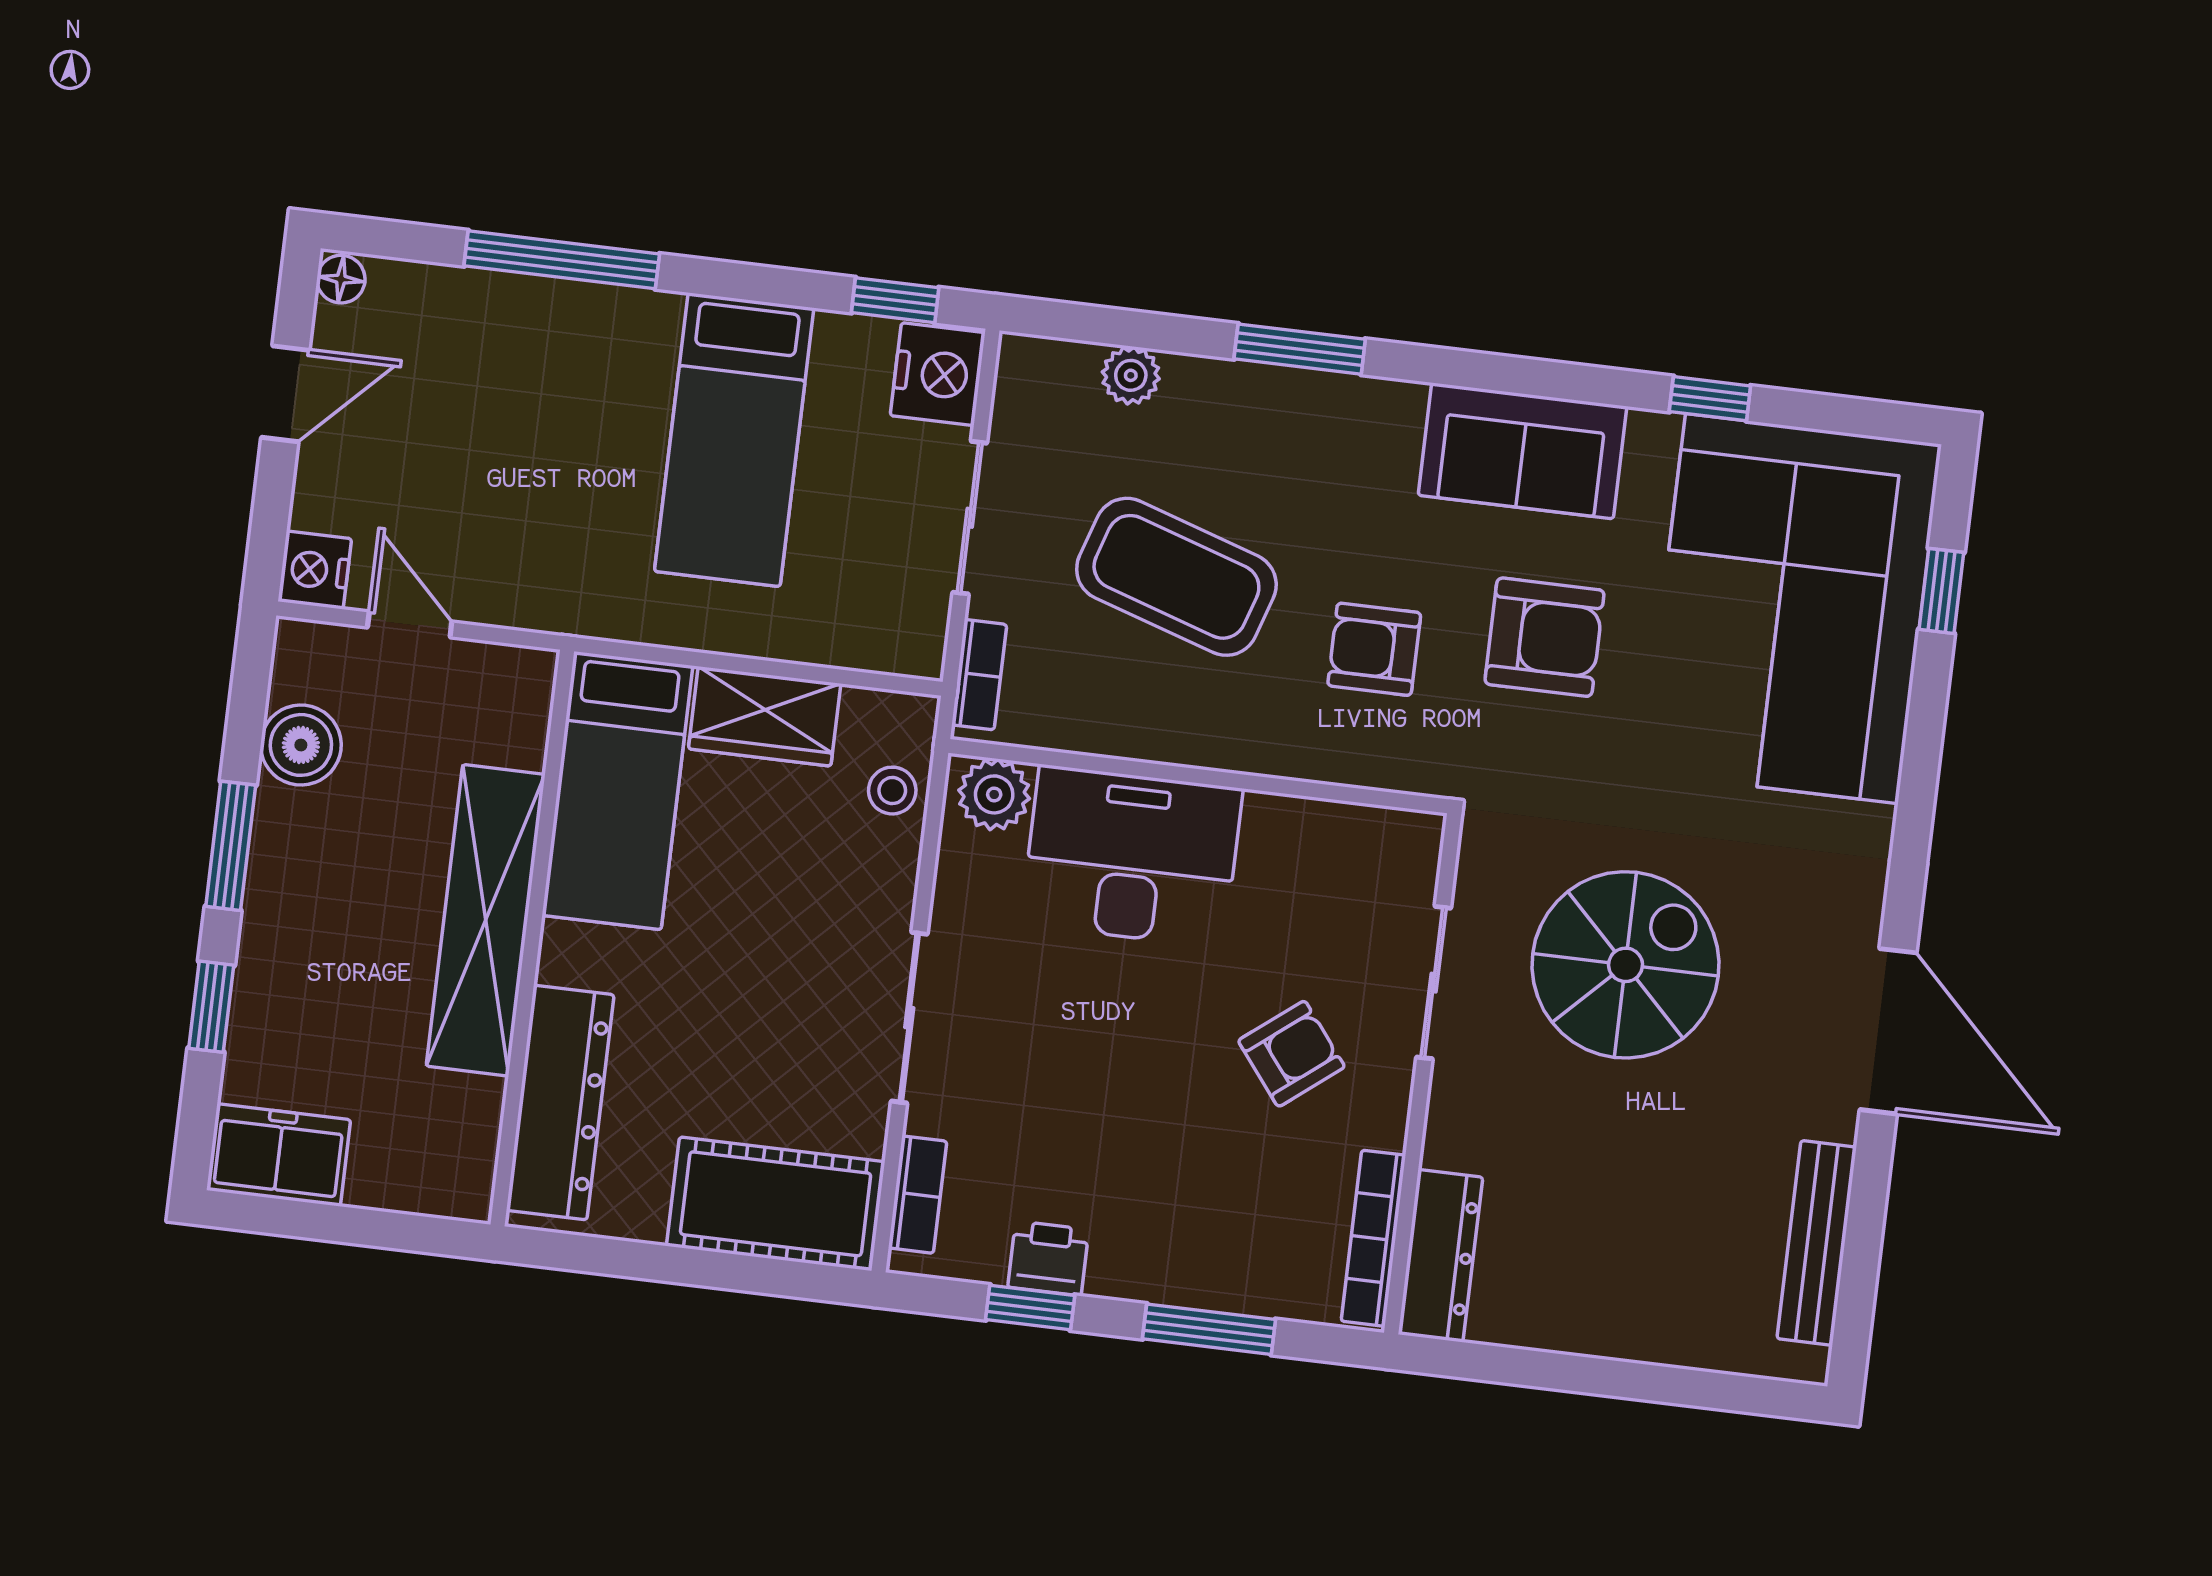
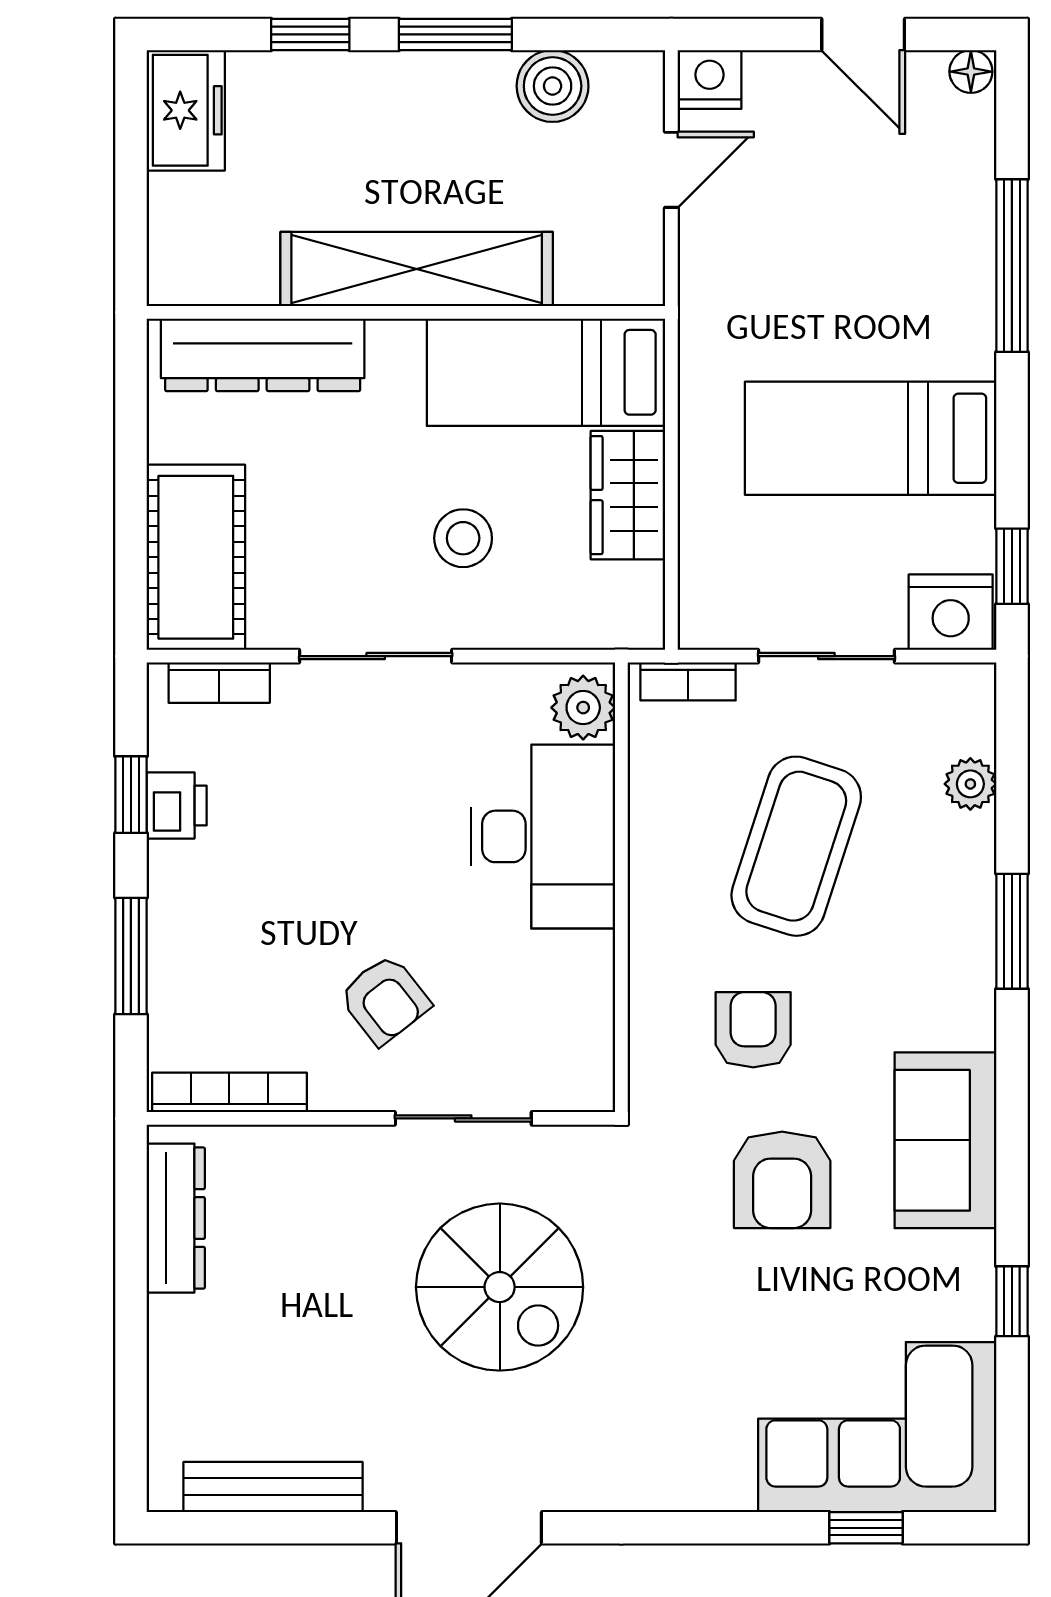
corner sofa: (1792, 609) -> (877, 1427), width x0.73, depth x0.74
stool: (892, 791) -> (463, 538), moved, width x1.37, depth x1.37
dresser: (1440, 1256) -> (176, 1218), moved, turned -90

